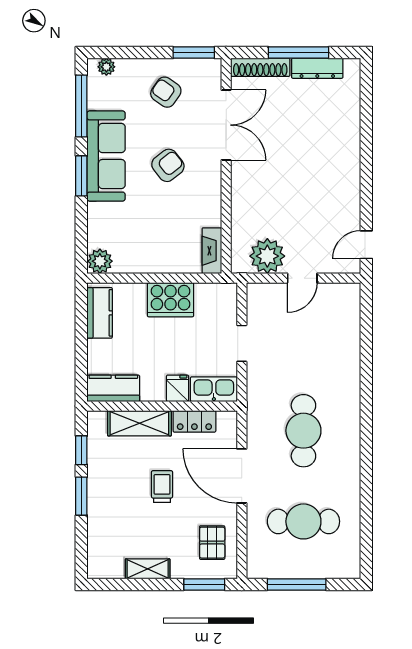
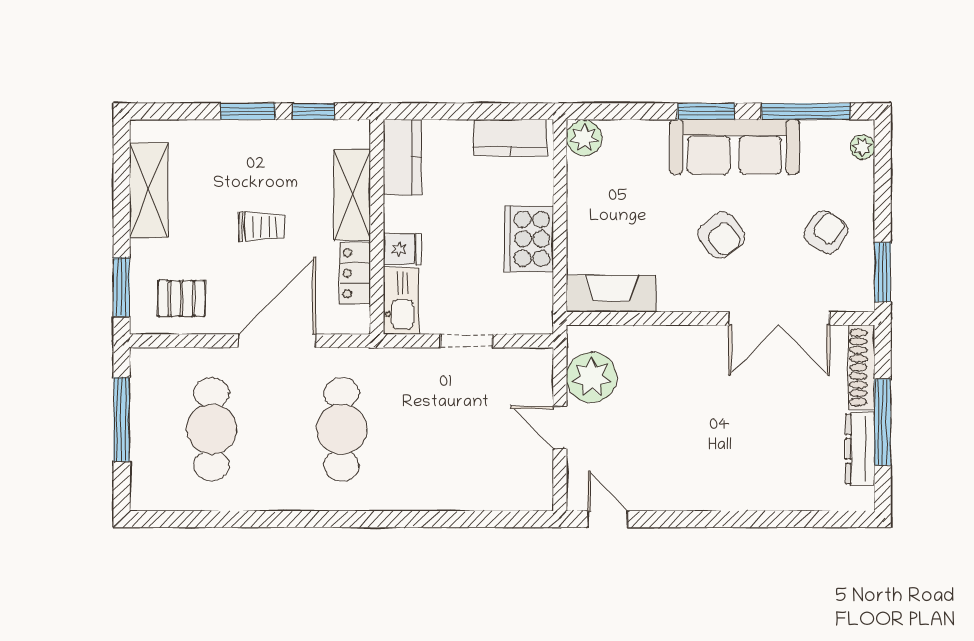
fireplace: (212, 251) -> (611, 294), width x1.37, depth x1.32
cafe table: (303, 431) -> (342, 429), turned 90
shelving: (148, 569) -> (149, 190), width x1.50, depth x1.33

